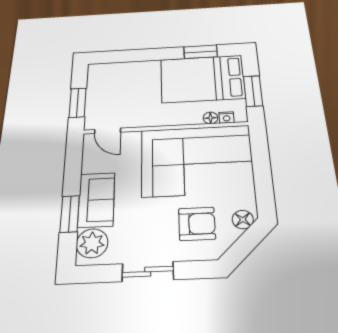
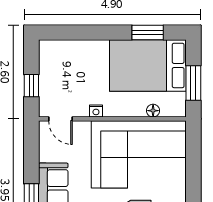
window: (78, 103) -> (31, 86), width x0.67
nightstand: (227, 117) -> (96, 111), moved

